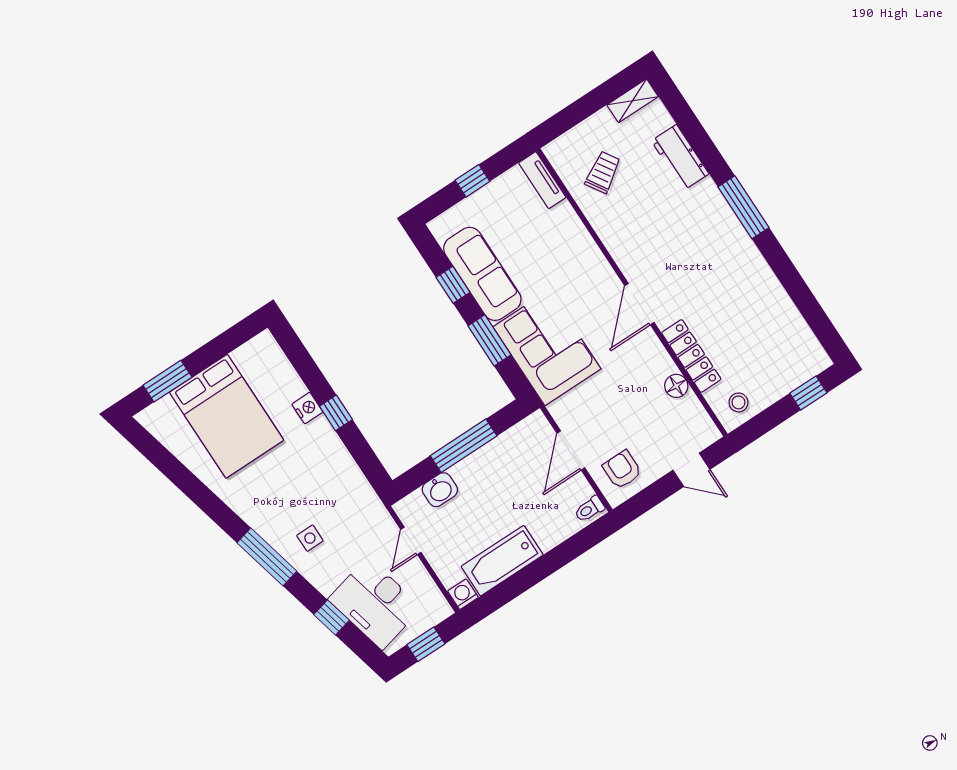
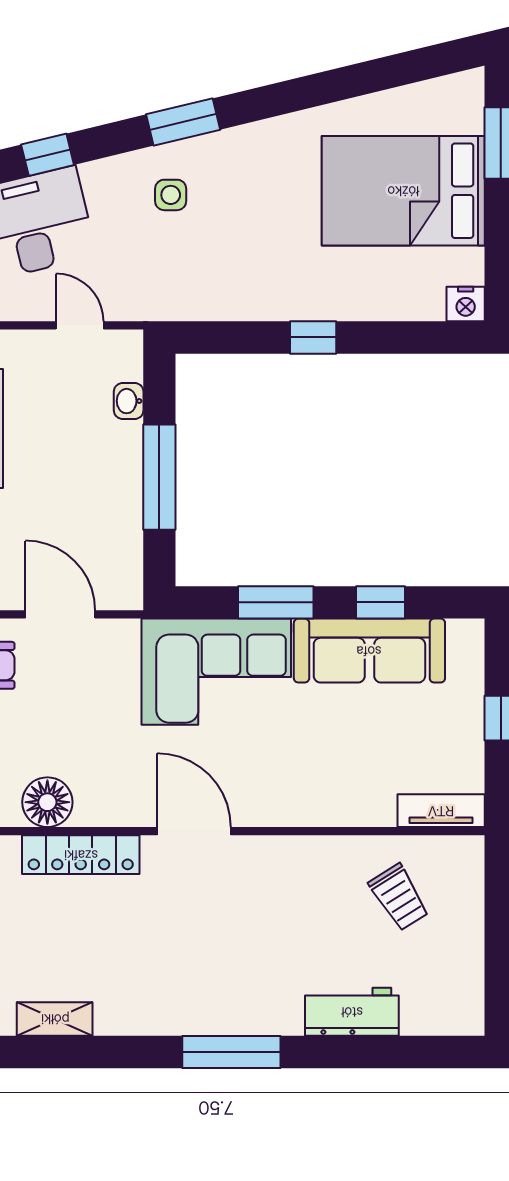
shelving: (633, 101) -> (55, 1019), moved, turned 90
floor lamp: (676, 386) -> (47, 802), width x1.38, depth x1.38
nightstand: (307, 408) -> (466, 304), moved
washbasin: (440, 490) -> (129, 401), width x0.72, depth x0.69
window: (267, 557) -> (183, 122), width x0.69

